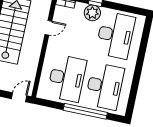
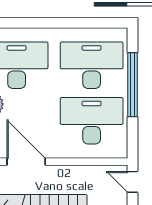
door: (48, 28) -> (26, 162), width x1.87

